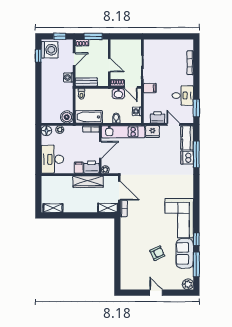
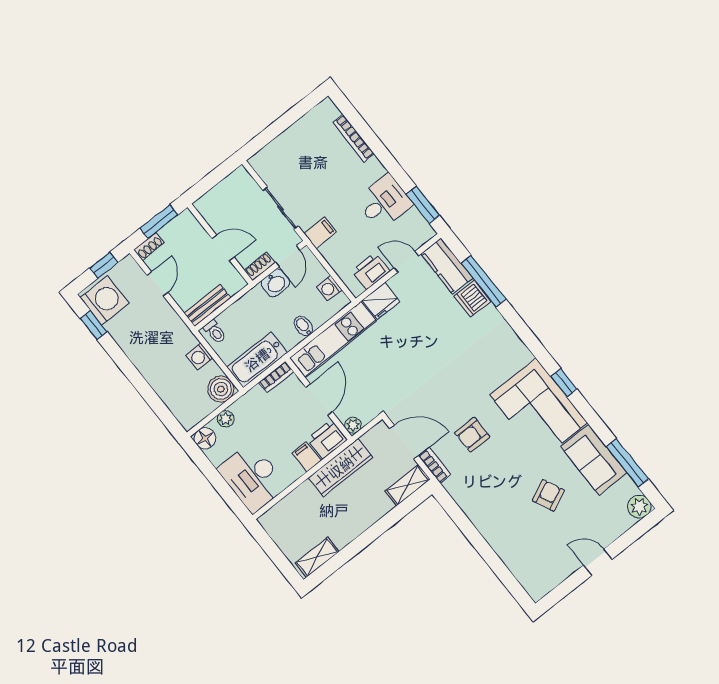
washing machine: (68, 77) -> (199, 357), moved
door: (131, 87) -> (288, 256), hinge flipped
armchair: (147, 208) -> (472, 435), added
window: (196, 239) -> (564, 383), moved

